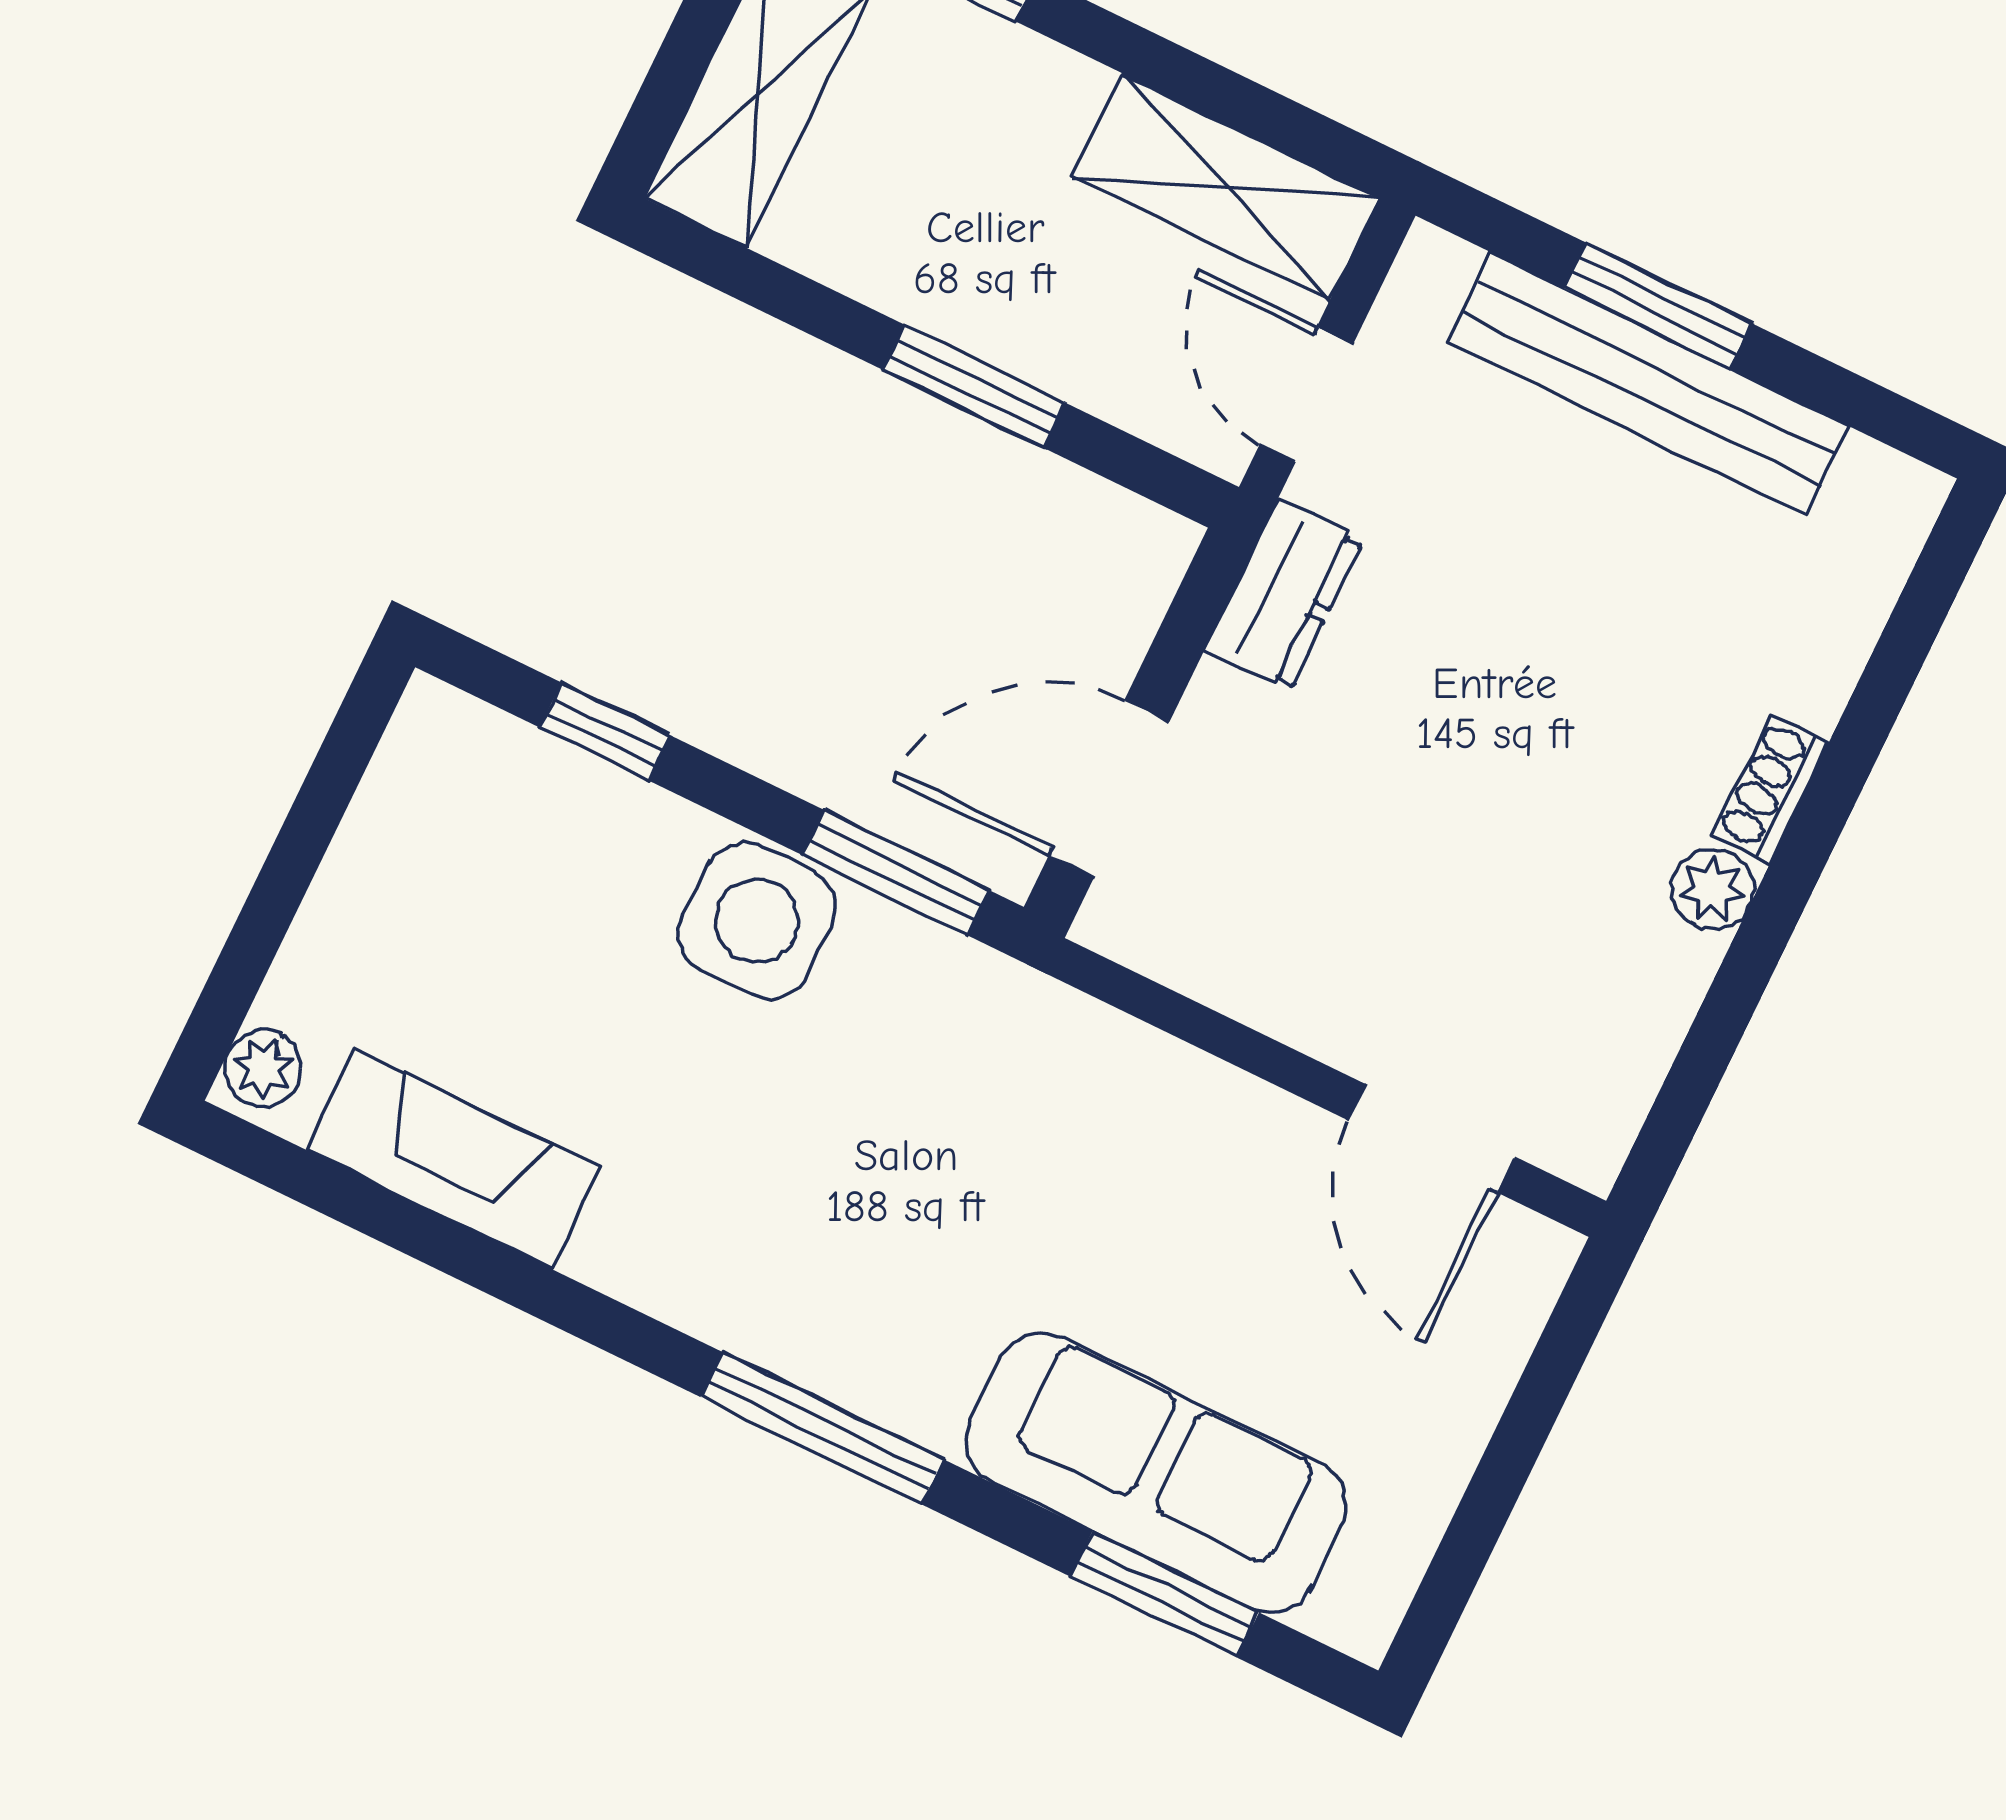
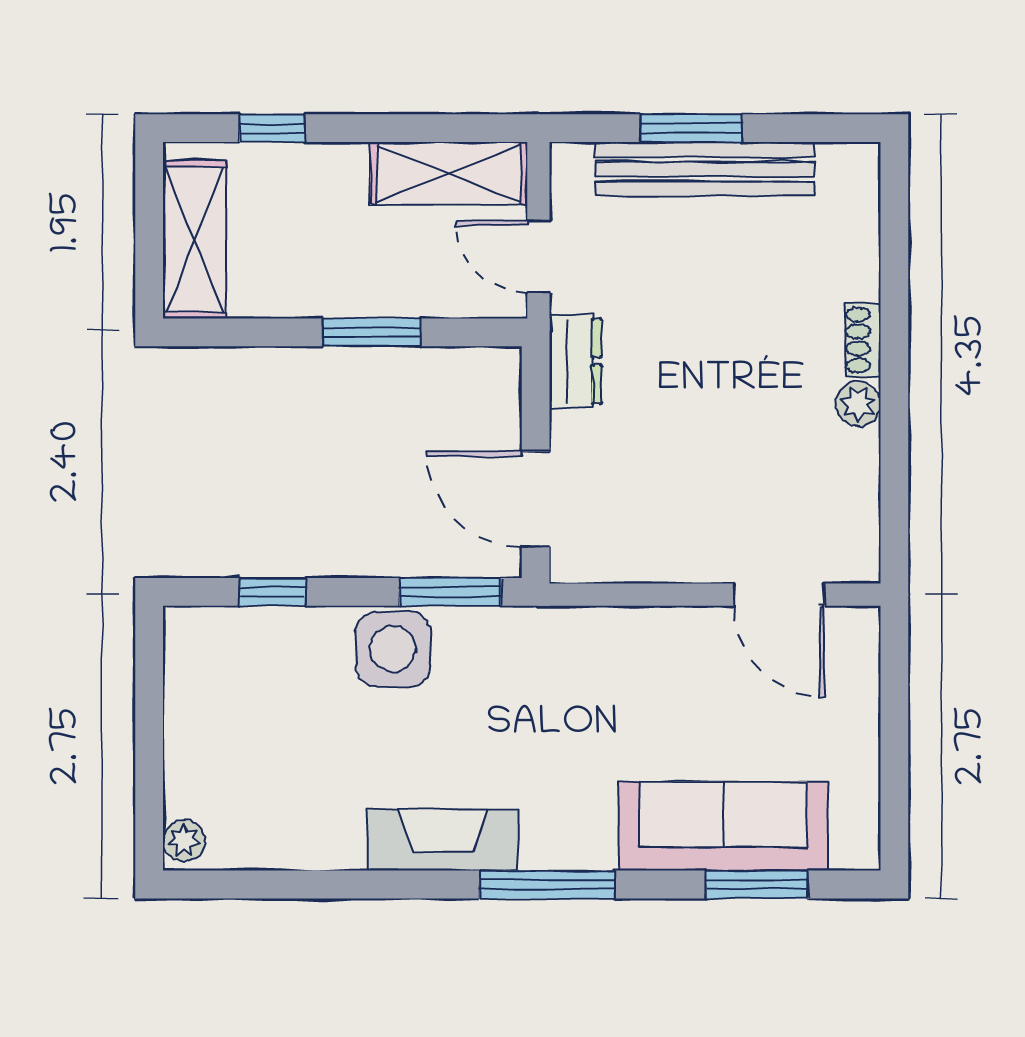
door: (1109, 789) -> (536, 499), hinge flipped
fireplace: (454, 1159) -> (443, 840), moved

